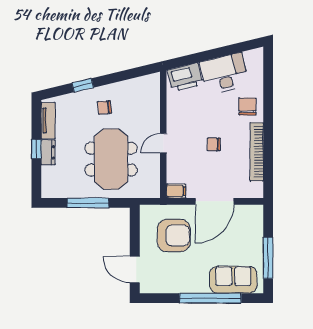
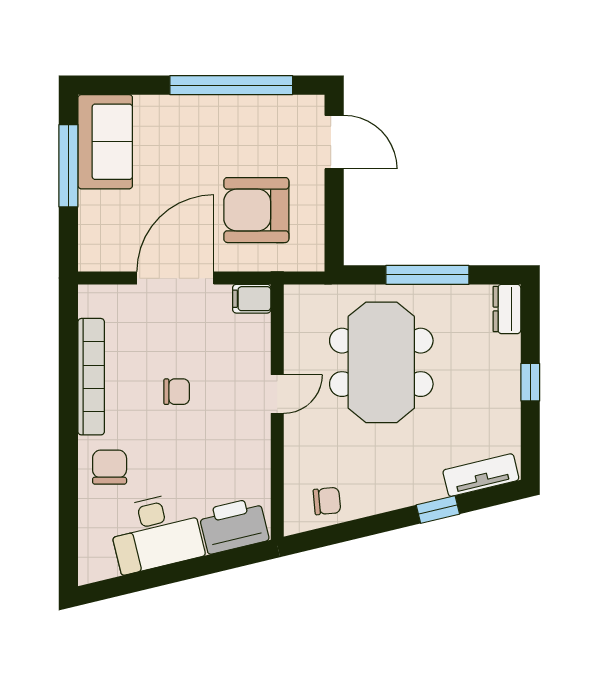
chair: (247, 107) -> (110, 467), turned 180
chair: (104, 108) -> (327, 501), moved
tv unit: (48, 121) -> (481, 475), moved, turned 76
dresser: (48, 152) -> (507, 309), moved
sofa: (233, 280) -> (105, 142), moved, turned -90
window: (210, 298) -> (231, 85), moved

